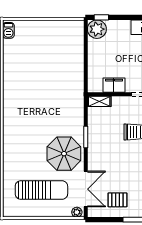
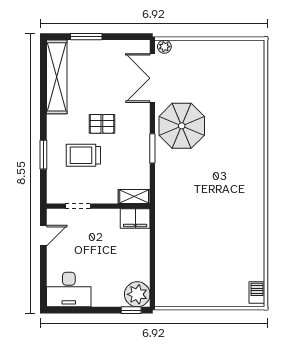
filing cabinet: (114, 85) -> (135, 218), moved
sun lounger: (41, 190) -> (212, 77), removed
pallet: (117, 200) -> (102, 124), moved

